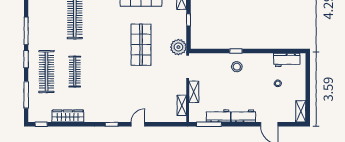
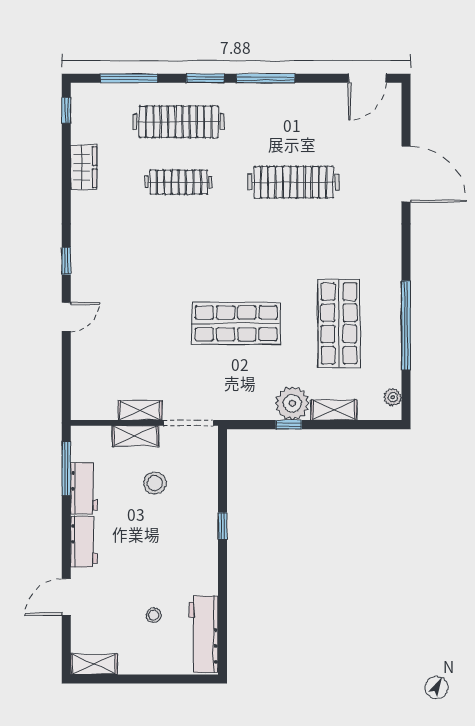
plant: (178, 47) -> (292, 403), moved
workbench: (287, 60) -> (204, 634), width x1.38
stool: (237, 67) -> (155, 483), moved
shelving: (182, 105) -> (140, 410), moved
wardrobe: (68, 116) -> (84, 167), width x0.67
door: (138, 124) -> (66, 317), hinge flipped

